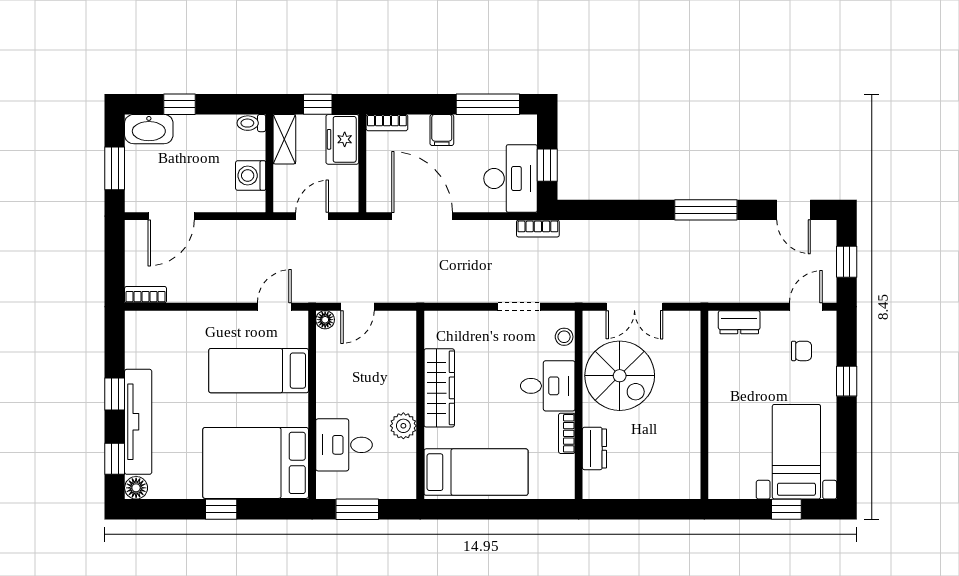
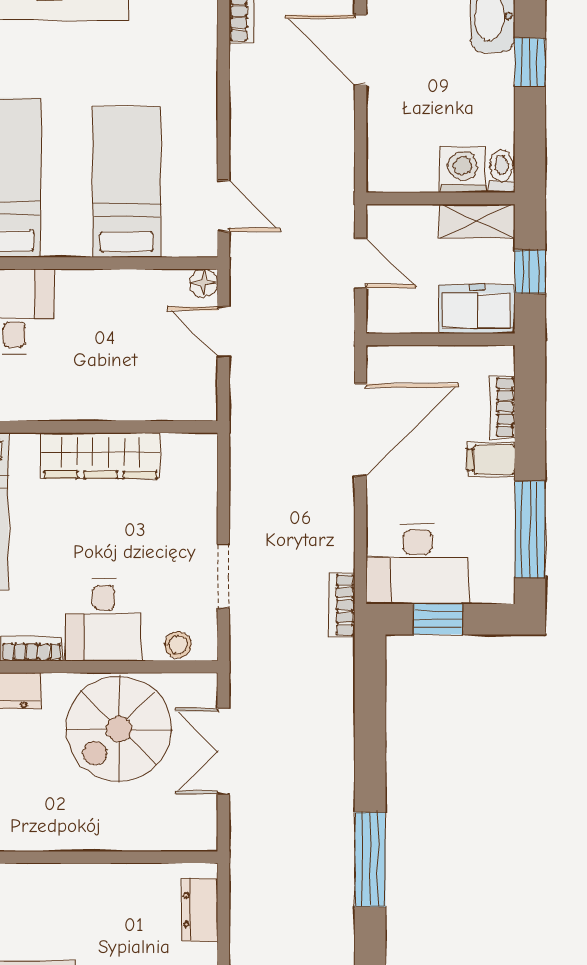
bookcase: (387, 123) -> (502, 407), moved
washing machine: (251, 176) -> (463, 170), moved
plant: (403, 426) -> (43, 401), removed

